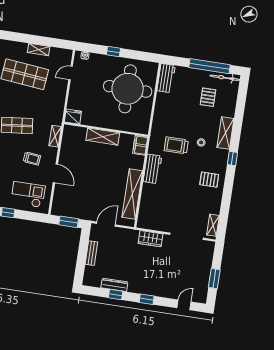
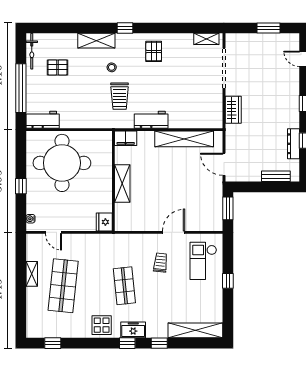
window: (210, 66) -> (21, 88), moved
shelving: (55, 136) -> (130, 239), removed
bench: (91, 253) -> (276, 176), moved

